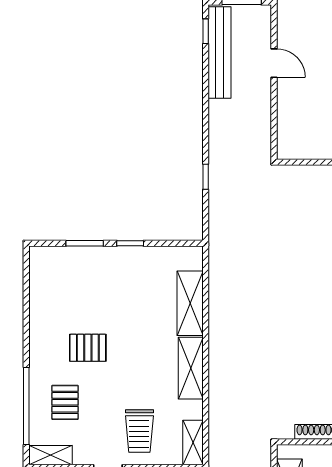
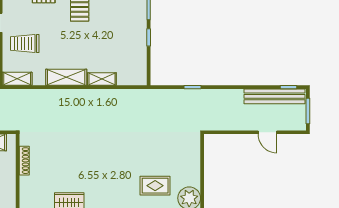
door: (274, 63) -> (267, 132), hinge flipped
shelving: (190, 303) -> (102, 79), width x0.67, depth x0.75

